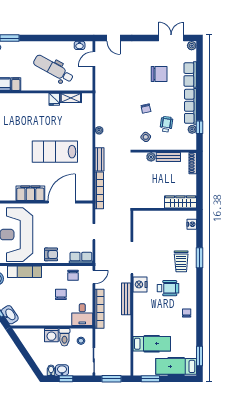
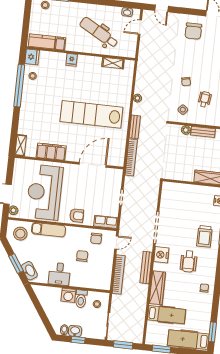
chair: (159, 74) -> (193, 31), moved, turned 90
fridge: (54, 99) -> (72, 60), moved
lab bench: (55, 152) -> (91, 114), width x1.36
filing cabinet: (30, 193) -> (51, 152), moved
wheelchair: (168, 288) -> (189, 261), turned 90
desk: (82, 315) -> (59, 274), moved
wardrobe: (140, 318) -> (157, 288), added

